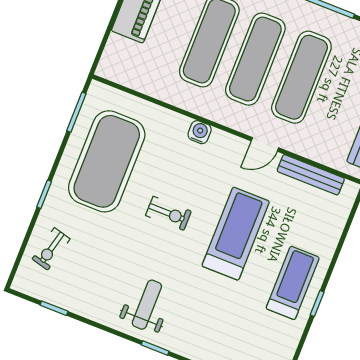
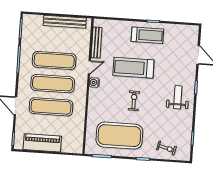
water cooler: (200, 132) -> (94, 82), moved
door: (265, 144) -> (89, 67), hinge flipped
treadmill: (293, 283) -> (147, 35), turned 180
weight bench: (147, 305) -> (178, 97), turned 90

